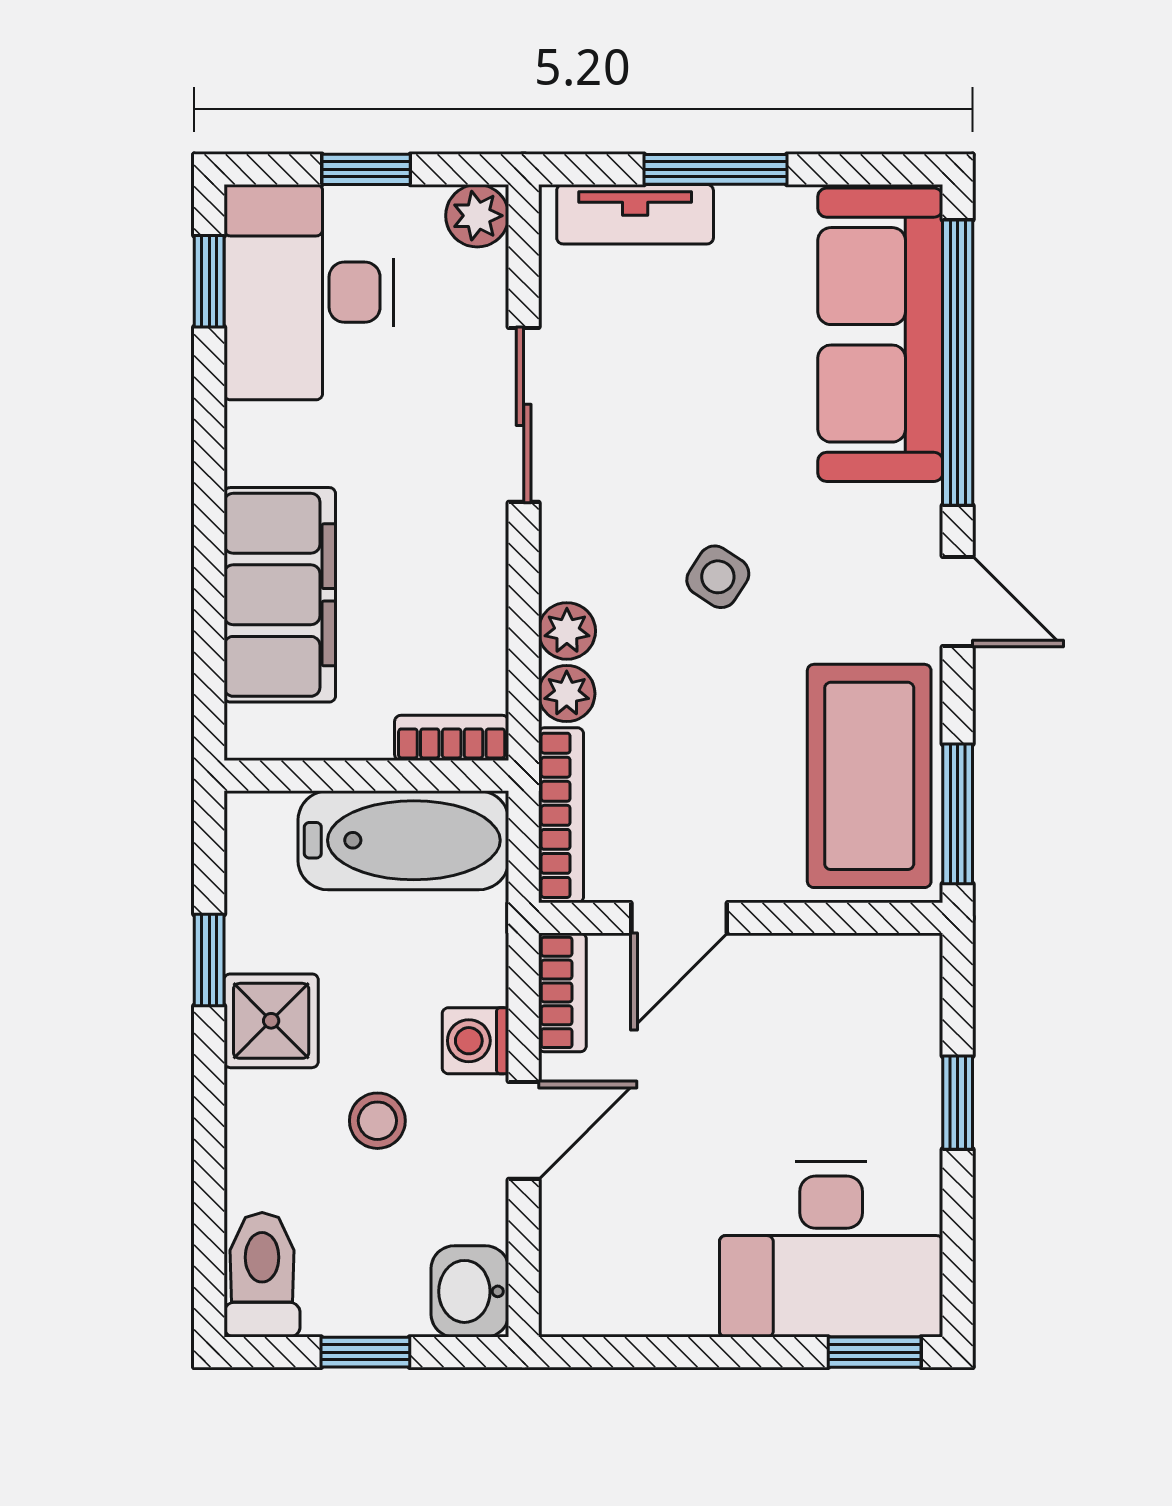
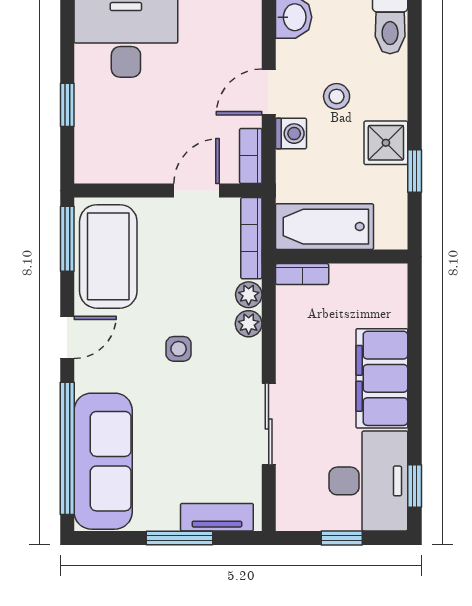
plant: (477, 216) -> (290, 516), removed
side table: (718, 577) -> (179, 349), turned -33
filing cabinet: (280, 595) -> (382, 378), moved
door: (958, 602) -> (67, 337), swing flipped

